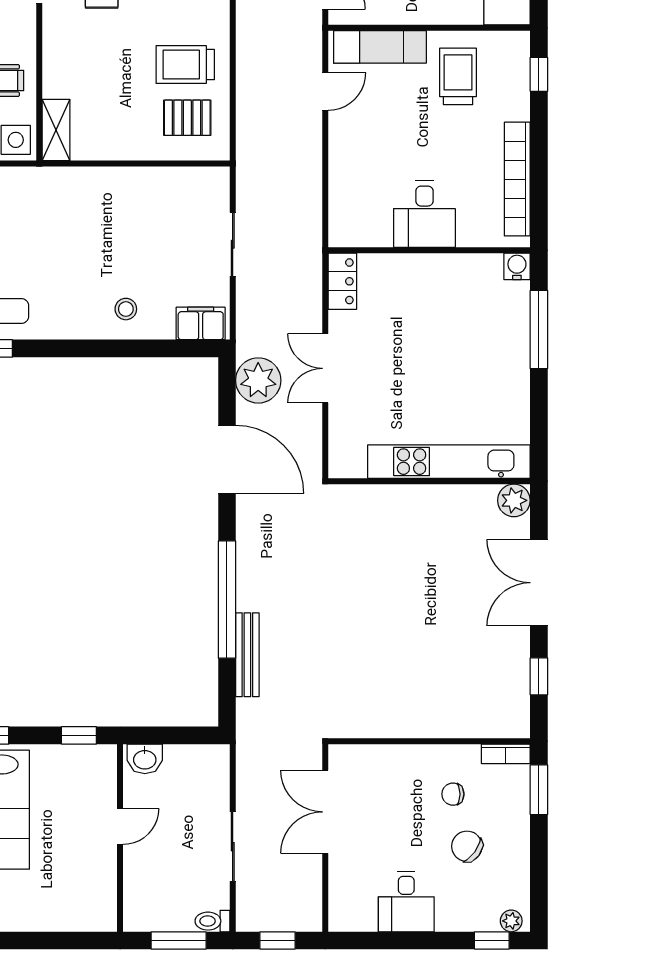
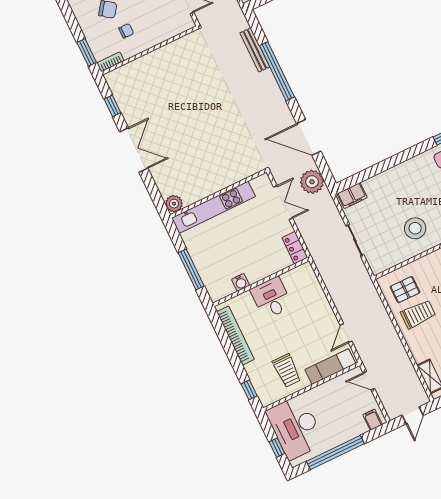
water cooler: (517, 266) -> (241, 282), moved
stool: (126, 309) -> (415, 228), moved, width x1.89, depth x1.89
kitchen unit: (449, 462) -> (213, 207), moved
wall: (429, 481) -> (218, 193), moved
plant: (514, 500) -> (174, 204), moved

